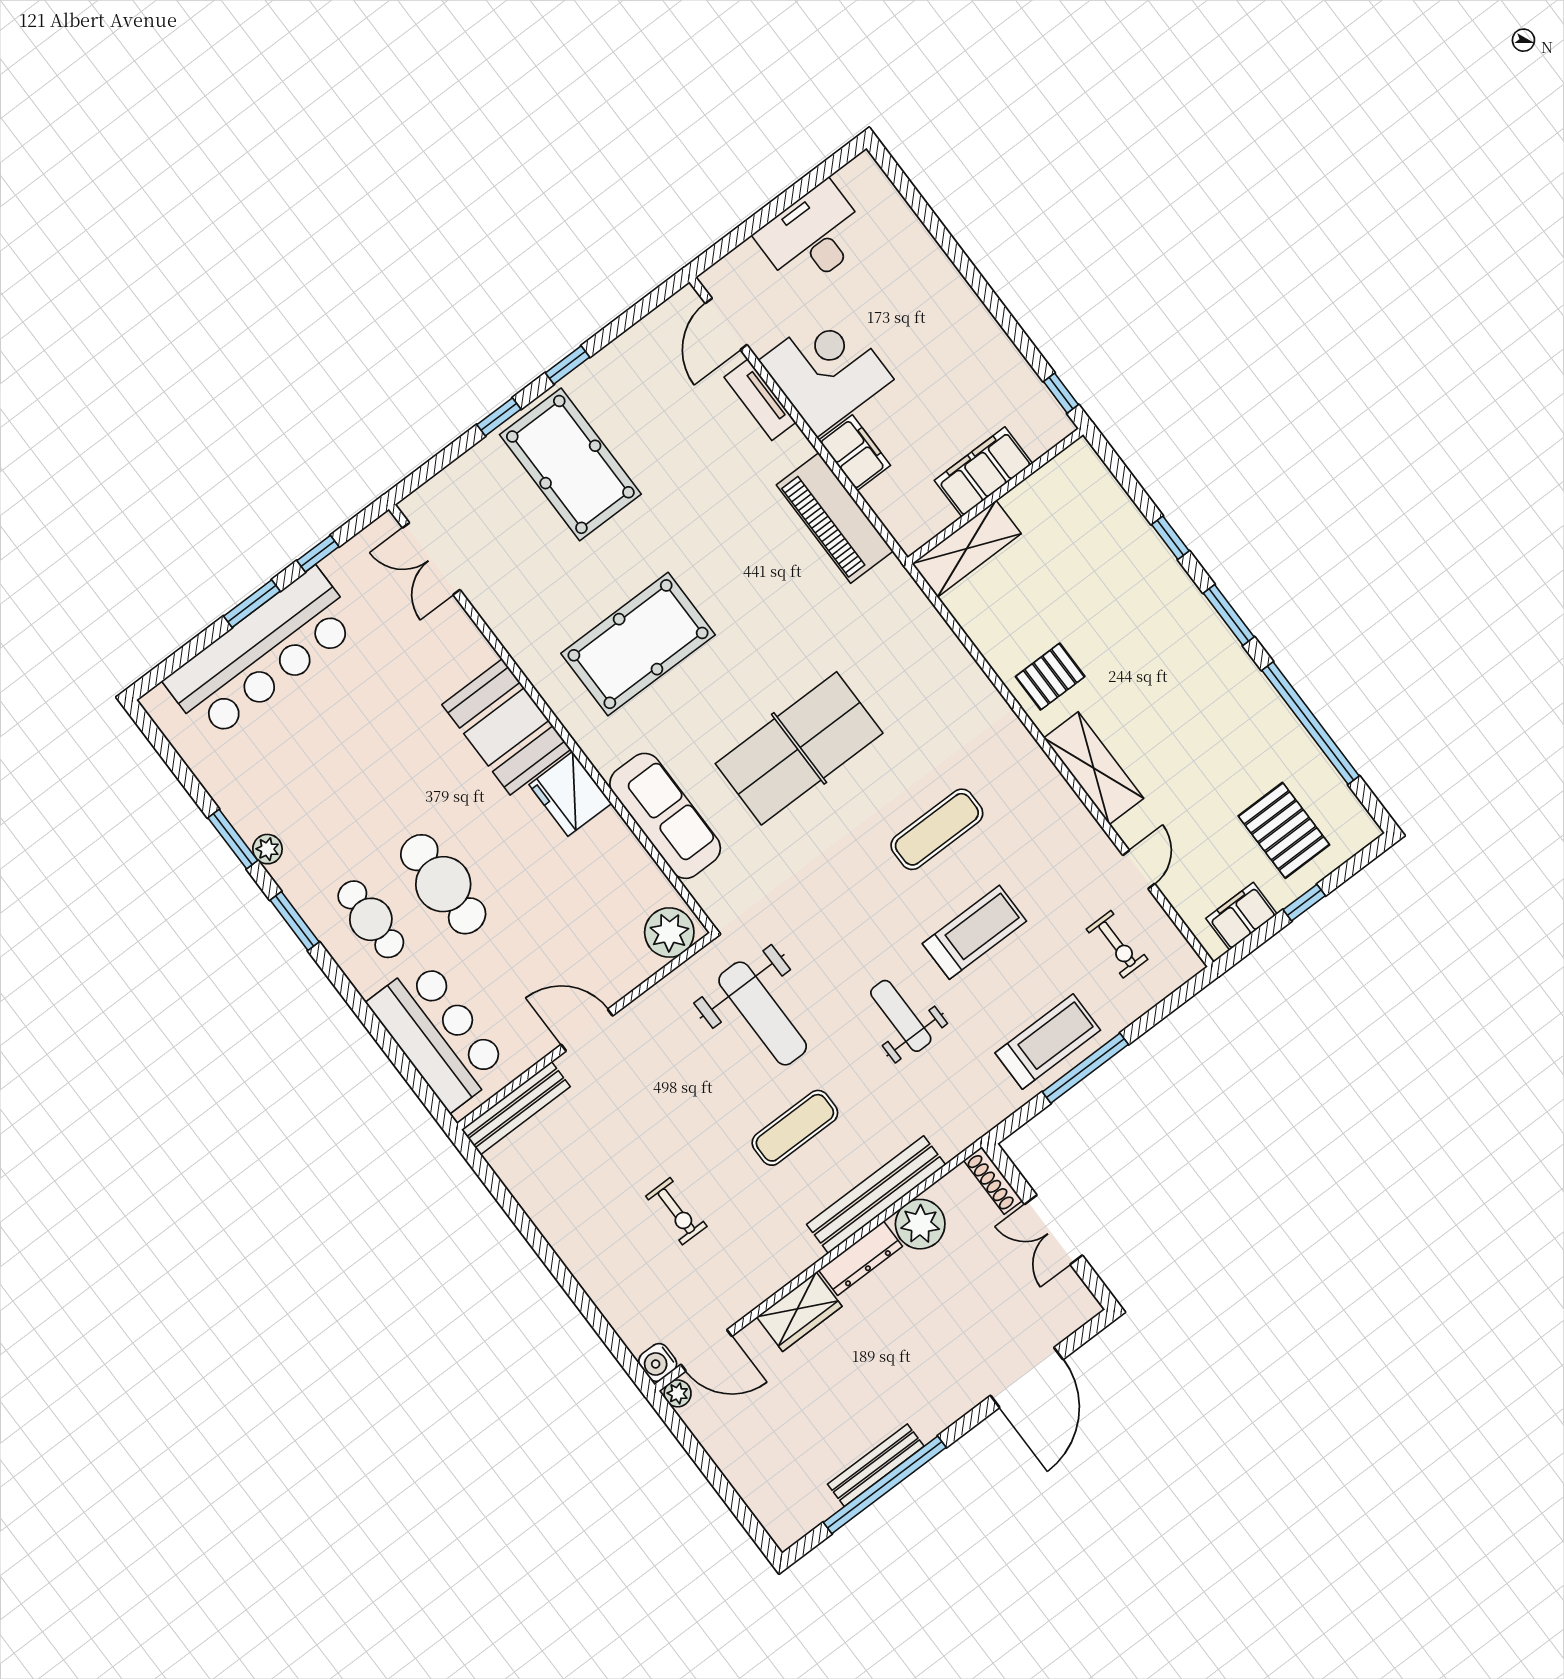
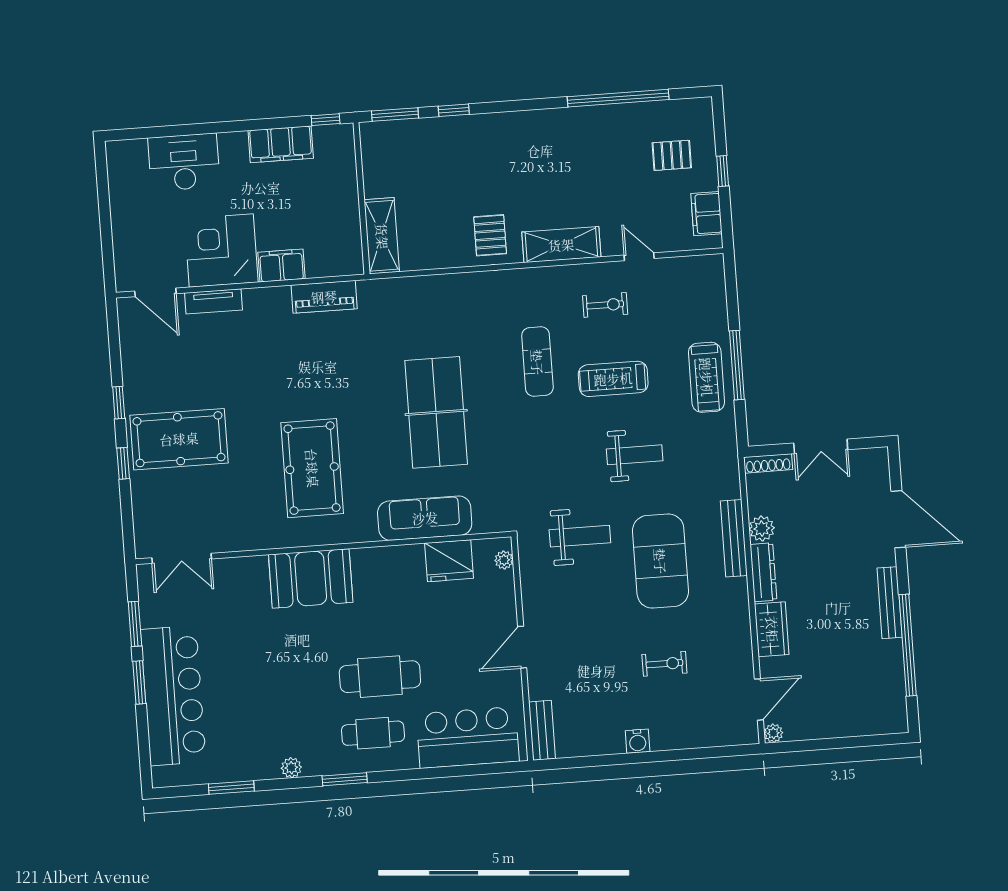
desk: (813, 236) -> (184, 162), moved, turned 90
filing cabinet: (983, 472) -> (281, 144), moved, turned -90
piano: (835, 518) -> (324, 297), width x0.73, depth x0.75
window: (318, 554) -> (135, 624), width x1.50
window: (1229, 615) -> (395, 115), moved
fridge: (570, 794) -> (449, 561), moved
pallet: (1284, 830) -> (672, 155), width x0.67, depth x0.71
window: (233, 839) -> (231, 788), moved
plant: (669, 932) -> (504, 560), width x0.53, depth x0.53
treadmill: (974, 932) -> (613, 379), turned -90
exercise bike: (1117, 944) -> (605, 305), moved
weight bench: (763, 1013) -> (580, 536), width x0.73, depth x0.75
weight bench: (901, 1016) -> (635, 455), turned 180
treadmill: (1048, 1042) -> (706, 377), turned 180
bench: (516, 1108) -> (542, 730), width x0.73
exercise mat: (795, 1128) -> (660, 561), width x2.00, depth x1.45
bench: (876, 1195) -> (734, 538), width x0.73, depth x0.82
plant: (920, 1224) -> (762, 529), width x0.73, depth x0.73
water cooler: (658, 1362) -> (638, 741), moved
bench: (876, 1465) -> (890, 603), moved

